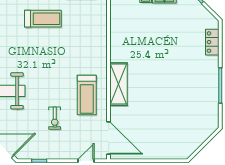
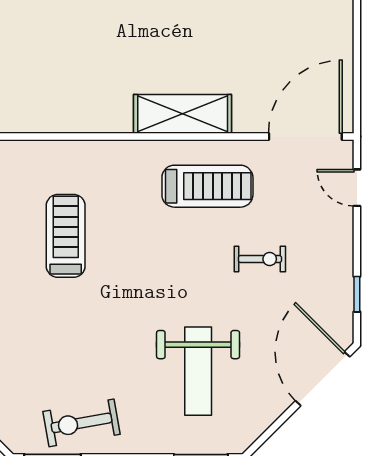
treadmill: (43, 19) -> (66, 236), moved

